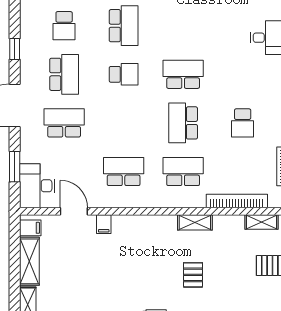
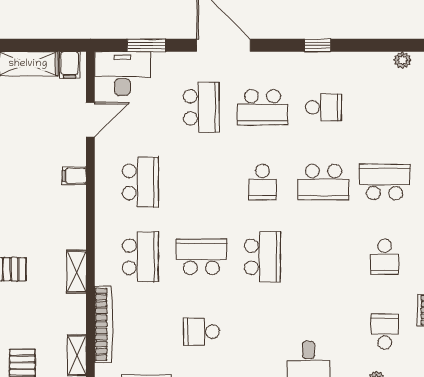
school desk: (64, 26) -> (324, 107), turned 180
window: (15, 49) -> (317, 45), moved
filing cabinet: (104, 224) -> (74, 176), moved

